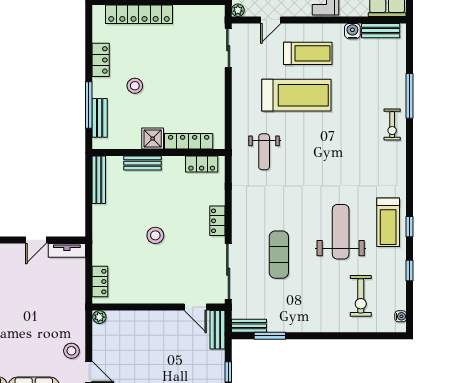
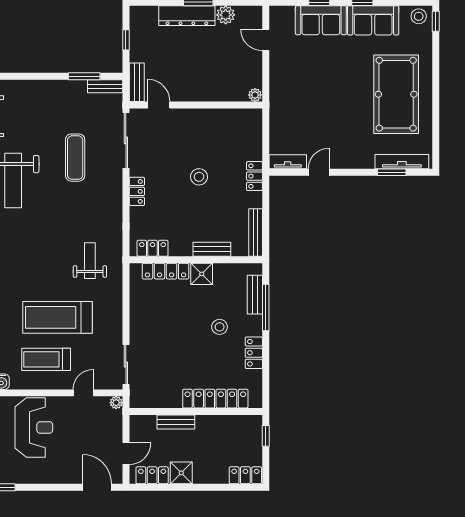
locker: (100, 282) -> (255, 176), moved
stool: (71, 351) -> (283, 61), removed

